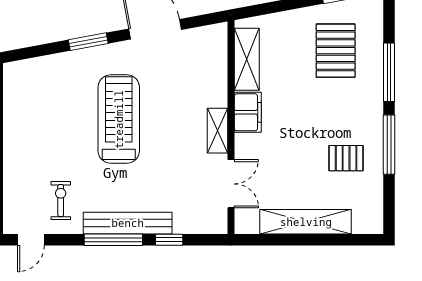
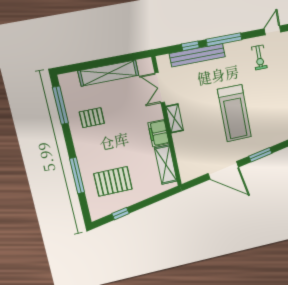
pallet: (336, 51) -> (113, 181), turned 90
window: (389, 145) -> (60, 105), moved
bench: (128, 223) -> (197, 55), moved

